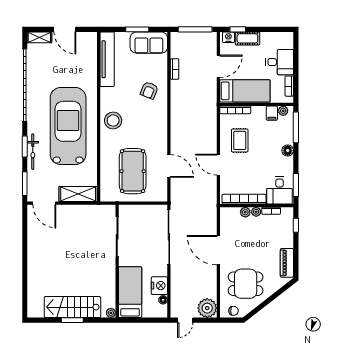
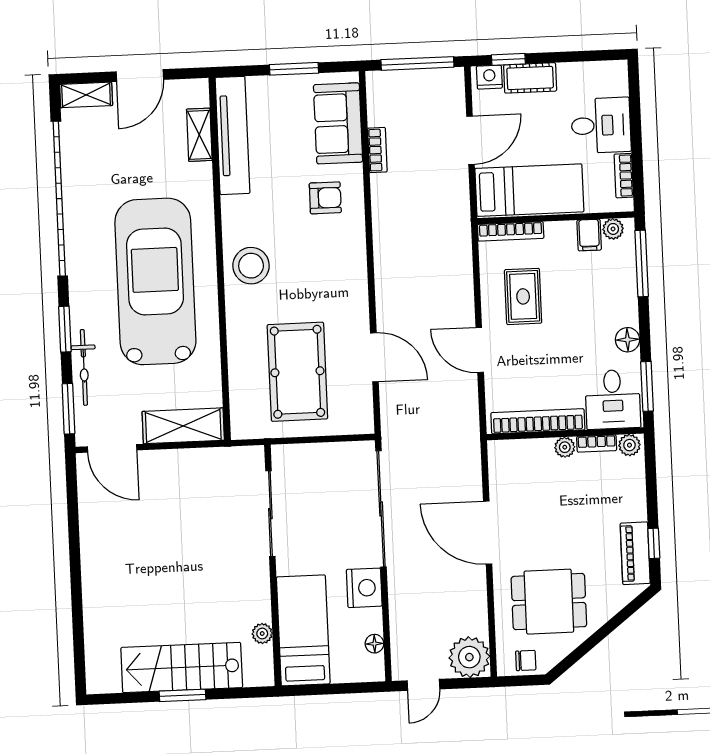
door: (65, 29) -> (140, 76), hinge flipped
sofa: (149, 43) -> (338, 123), moved, turned 90
shelving: (92, 58) -> (199, 135), added
armchair: (149, 90) -> (325, 198), turned -112
floor lamp: (288, 151) -> (627, 340), moved
bicycle: (33, 152) -> (84, 367), moved
plant: (245, 212) -> (629, 445), moved
window: (296, 225) -> (654, 543), moved
nightstand: (159, 286) -> (364, 588), moved
plant: (111, 313) -> (262, 633), moved

